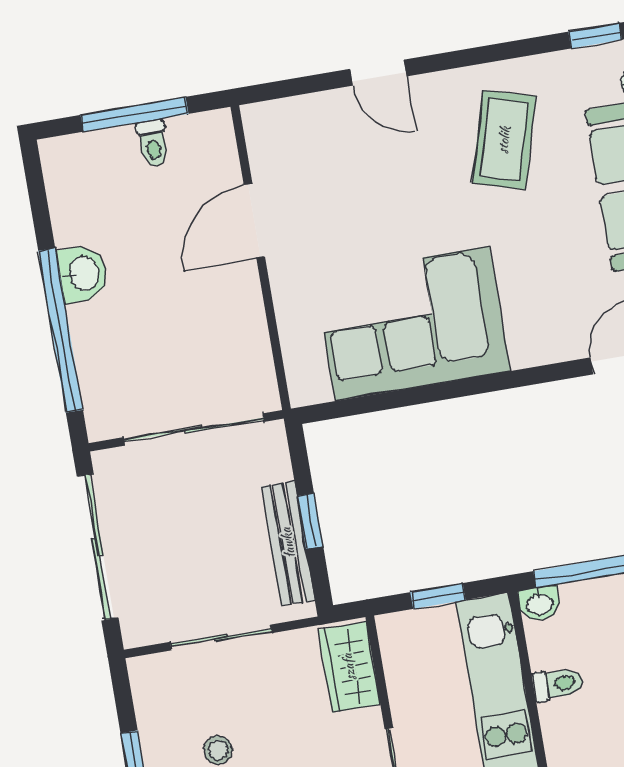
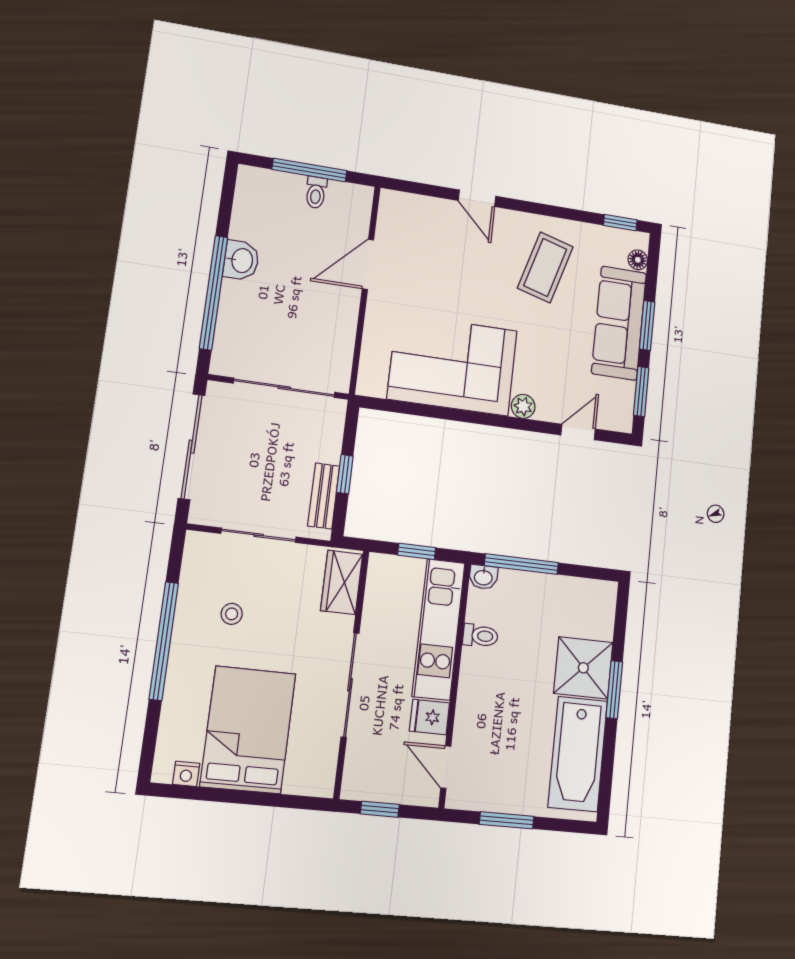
plant: (528, 350) -> (523, 406), added
bench: (288, 543) -> (324, 496), width x0.73

